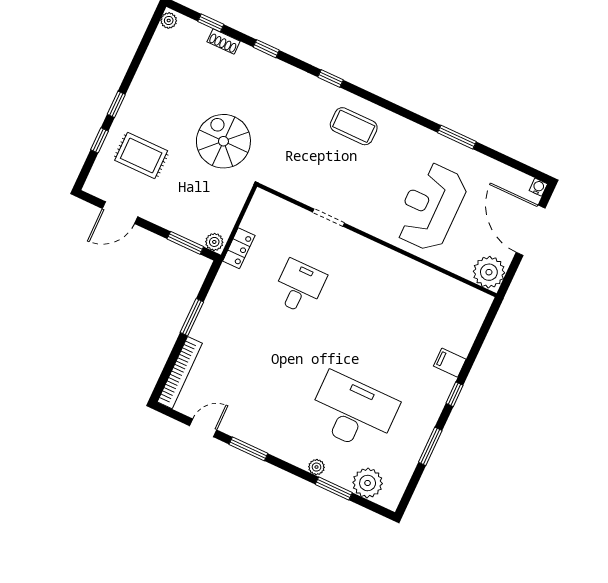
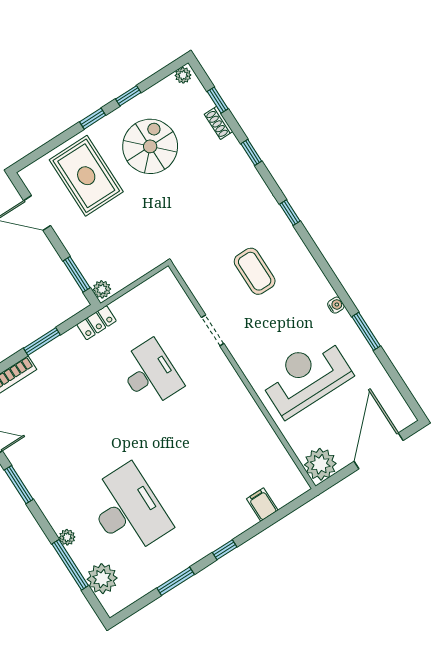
coffee table: (354, 126) -> (255, 271), moved
window: (100, 140) -> (128, 96), moved
spiral stairs: (223, 141) -> (150, 146), moved
rug: (141, 156) -> (86, 176), width x1.36, depth x1.43
water cooler: (538, 187) -> (336, 305), moved
locker: (239, 248) -> (96, 323), moved
desk: (299, 287) -> (150, 374), width x1.37
filing cabinet: (450, 363) -> (262, 505), moved
window: (334, 488) -> (70, 565), width x1.44

